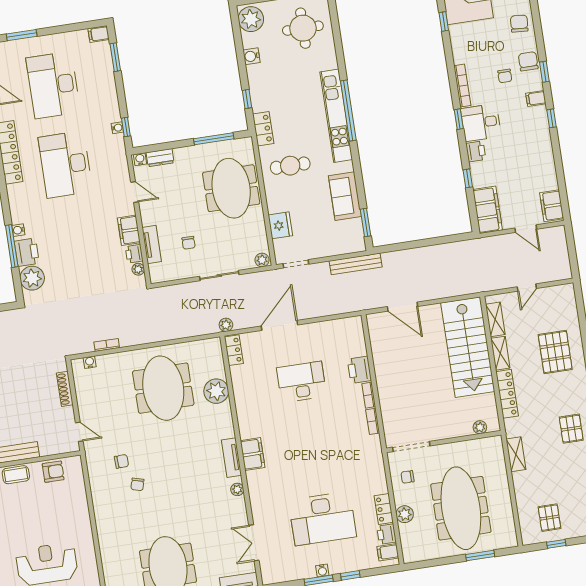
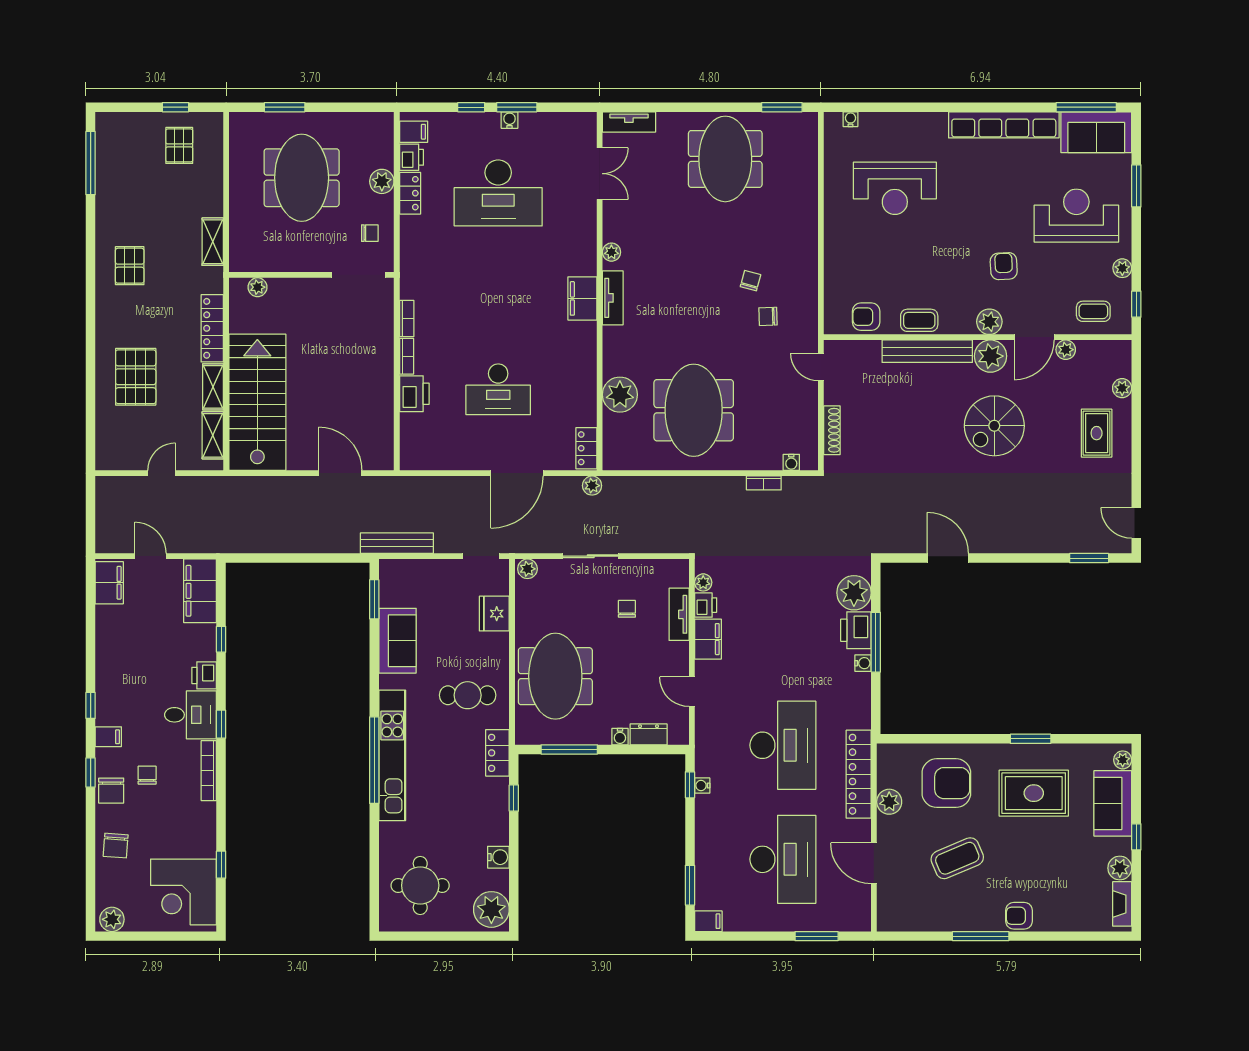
water cooler: (140, 159) -> (620, 737), moved
meeting table: (461, 508) -> (302, 178), width x0.73
desk: (322, 519) -> (498, 193), turned 180

